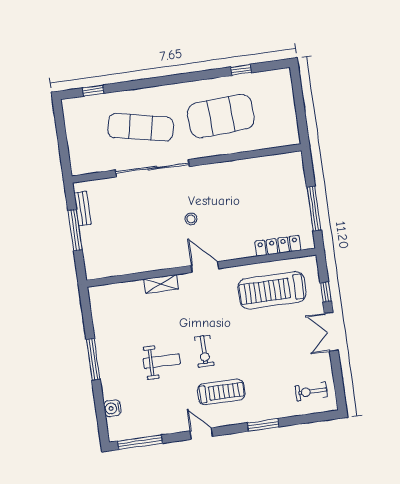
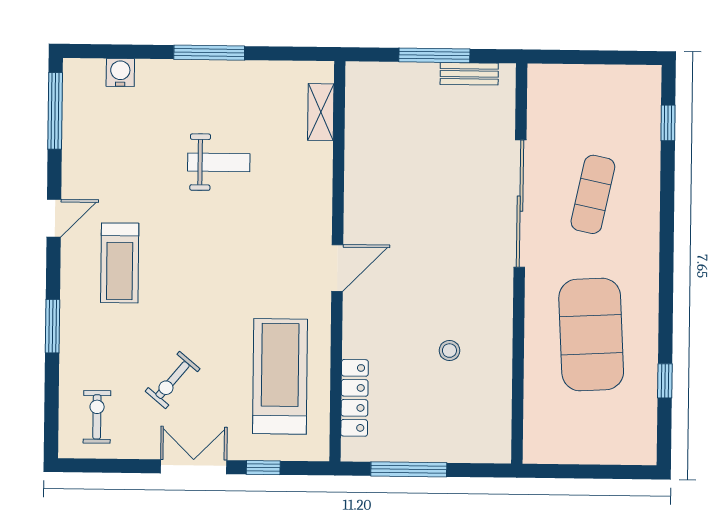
exercise mat: (141, 127) -> (593, 194), width x0.73, depth x0.69
stool: (191, 219) -> (449, 351), moved
shelving: (161, 284) -> (321, 112), moved
exercise bike: (204, 351) -> (173, 380), moved, turned -50
weight bench: (162, 361) -> (219, 162), moved, turned -90

